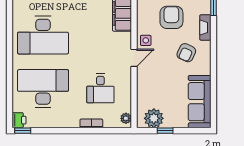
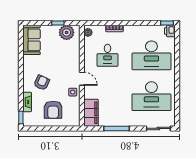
desk: (43, 35) -> (151, 96), turned 180
door: (134, 58) -> (82, 79), swing flipped
desk: (100, 88) -> (107, 55), turned 180
sofa: (200, 102) -> (32, 40), width x0.73

